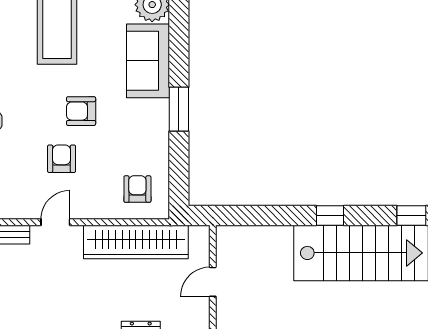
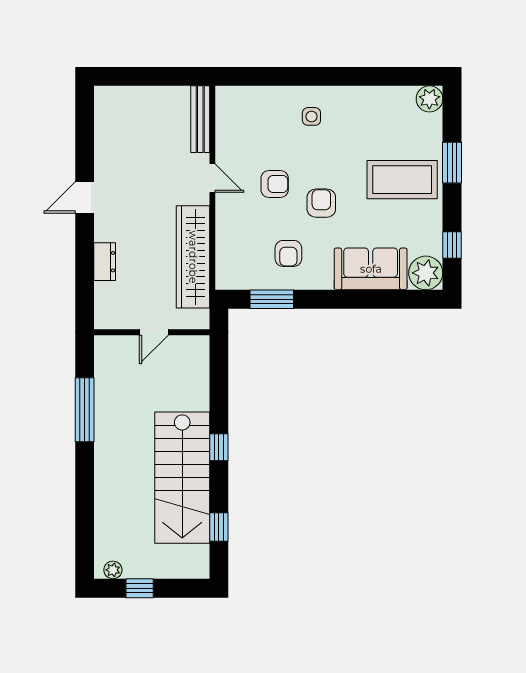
window: (179, 109) -> (272, 299), moved
armchair: (137, 189) -> (288, 253), moved, turned 90
door: (213, 282) -> (154, 332), swing flipped

